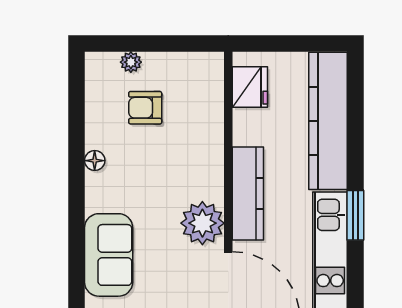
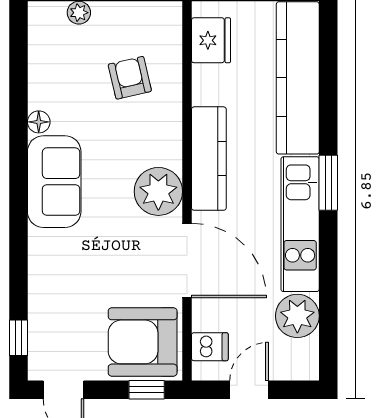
armchair: (145, 108) -> (130, 78), moved, turned 77
sofa: (109, 255) -> (54, 182), moved

